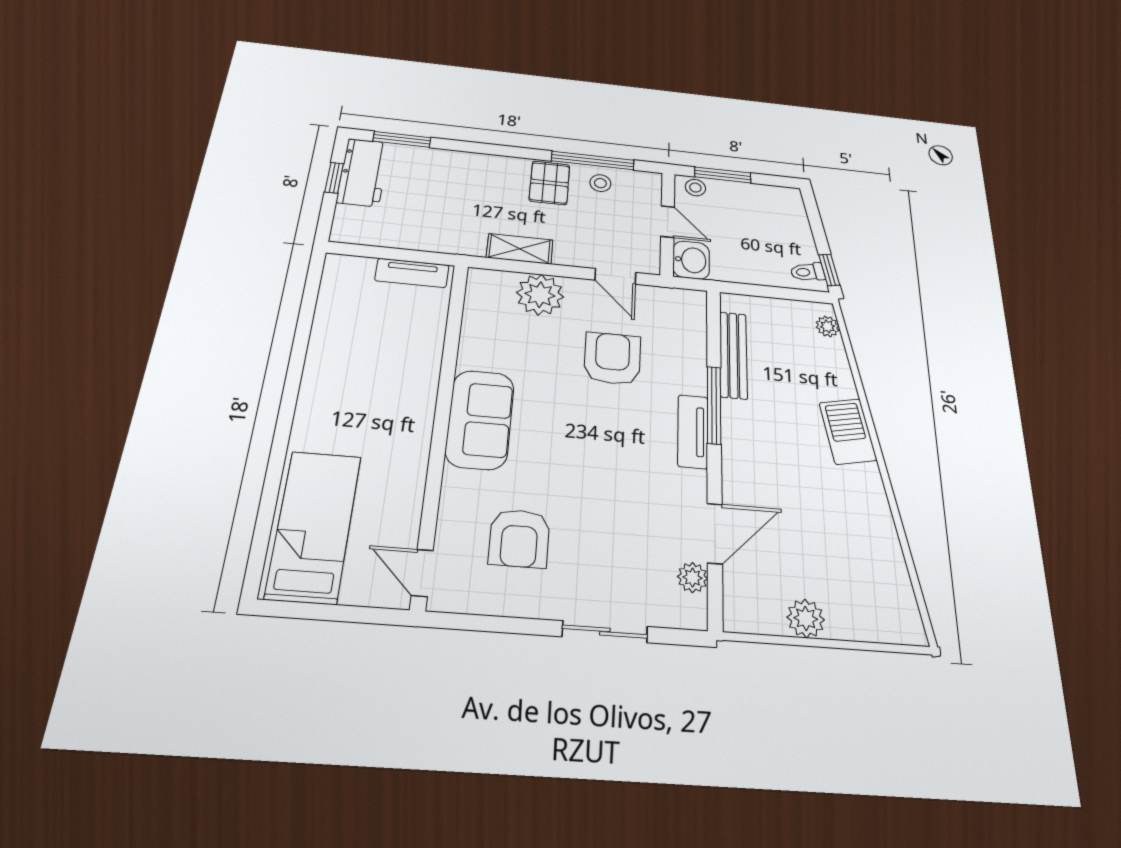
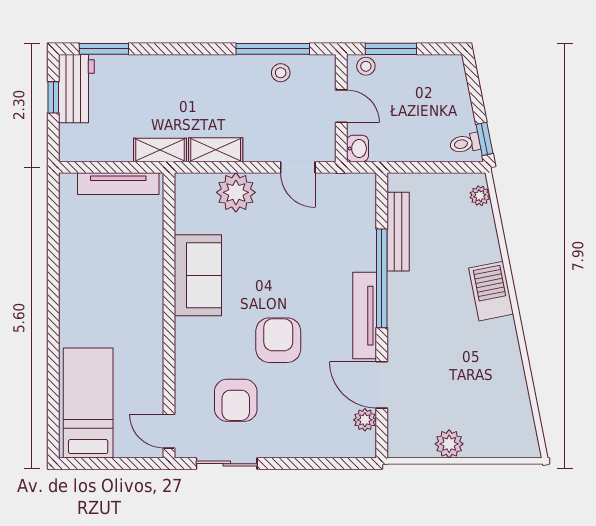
pallet: (550, 183) -> (236, 78), removed
shelving: (453, 242) -> (160, 150), added
washbasin: (691, 260) -> (358, 149), width x0.72, depth x0.69
tv unit: (412, 273) -> (118, 184), width x1.41
armchair: (612, 359) -> (278, 340), moved
window: (714, 405) -> (382, 278), width x1.46
sofa: (480, 419) -> (198, 275), moved
tv unit: (693, 431) -> (365, 316), width x1.41
door: (715, 533) -> (382, 385), swing flipped
sliding door: (605, 632) -> (227, 464), moved

